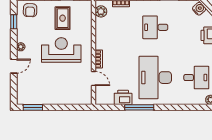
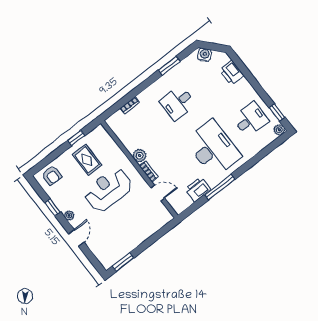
plant: (101, 11) -> (140, 156), moved
window: (14, 22) -> (53, 207), moved
desk: (155, 78) -> (213, 148), turned 180

